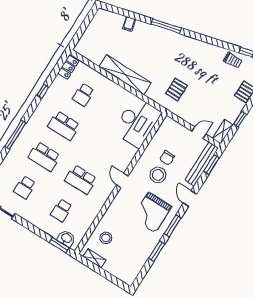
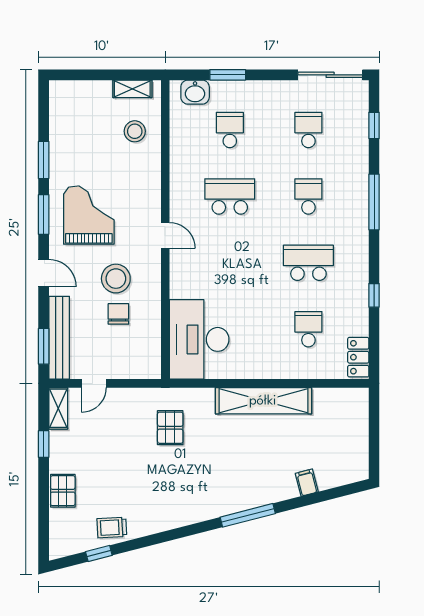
school desk: (44, 157) -> (308, 196), width x0.54
window: (59, 245) -> (228, 75), moved

